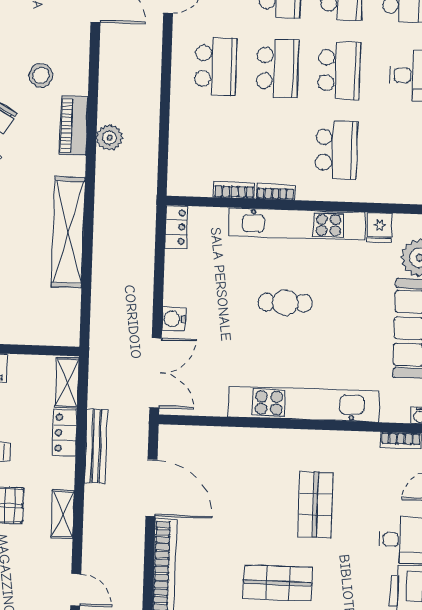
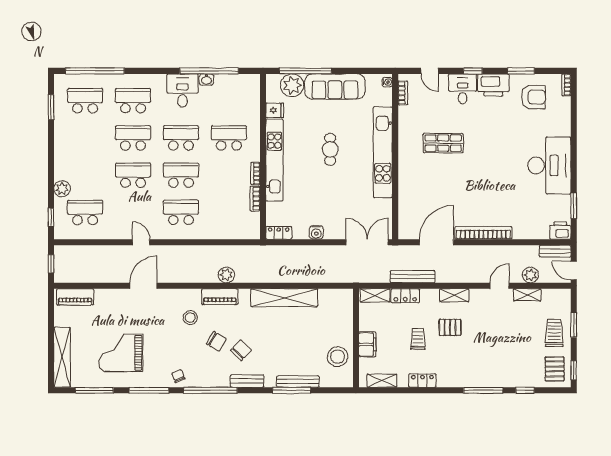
cafe table: (285, 303) -> (330, 149), moved
water cooler: (174, 319) -> (316, 232), moved
shop shelf: (278, 583) -> (491, 164), removed

